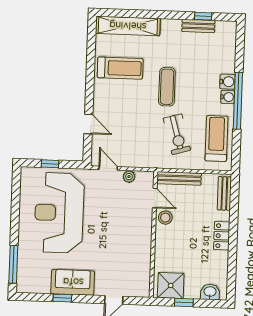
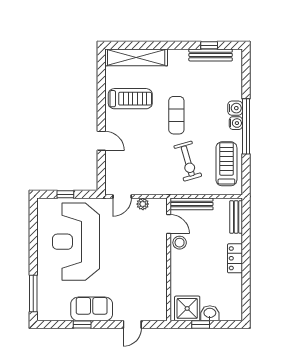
bench: (198, 26) -> (211, 55), width x1.36
door: (88, 124) -> (101, 141), moved
door: (108, 168) -> (122, 197), swing flipped
washbasin: (210, 292) -> (210, 313), moved

